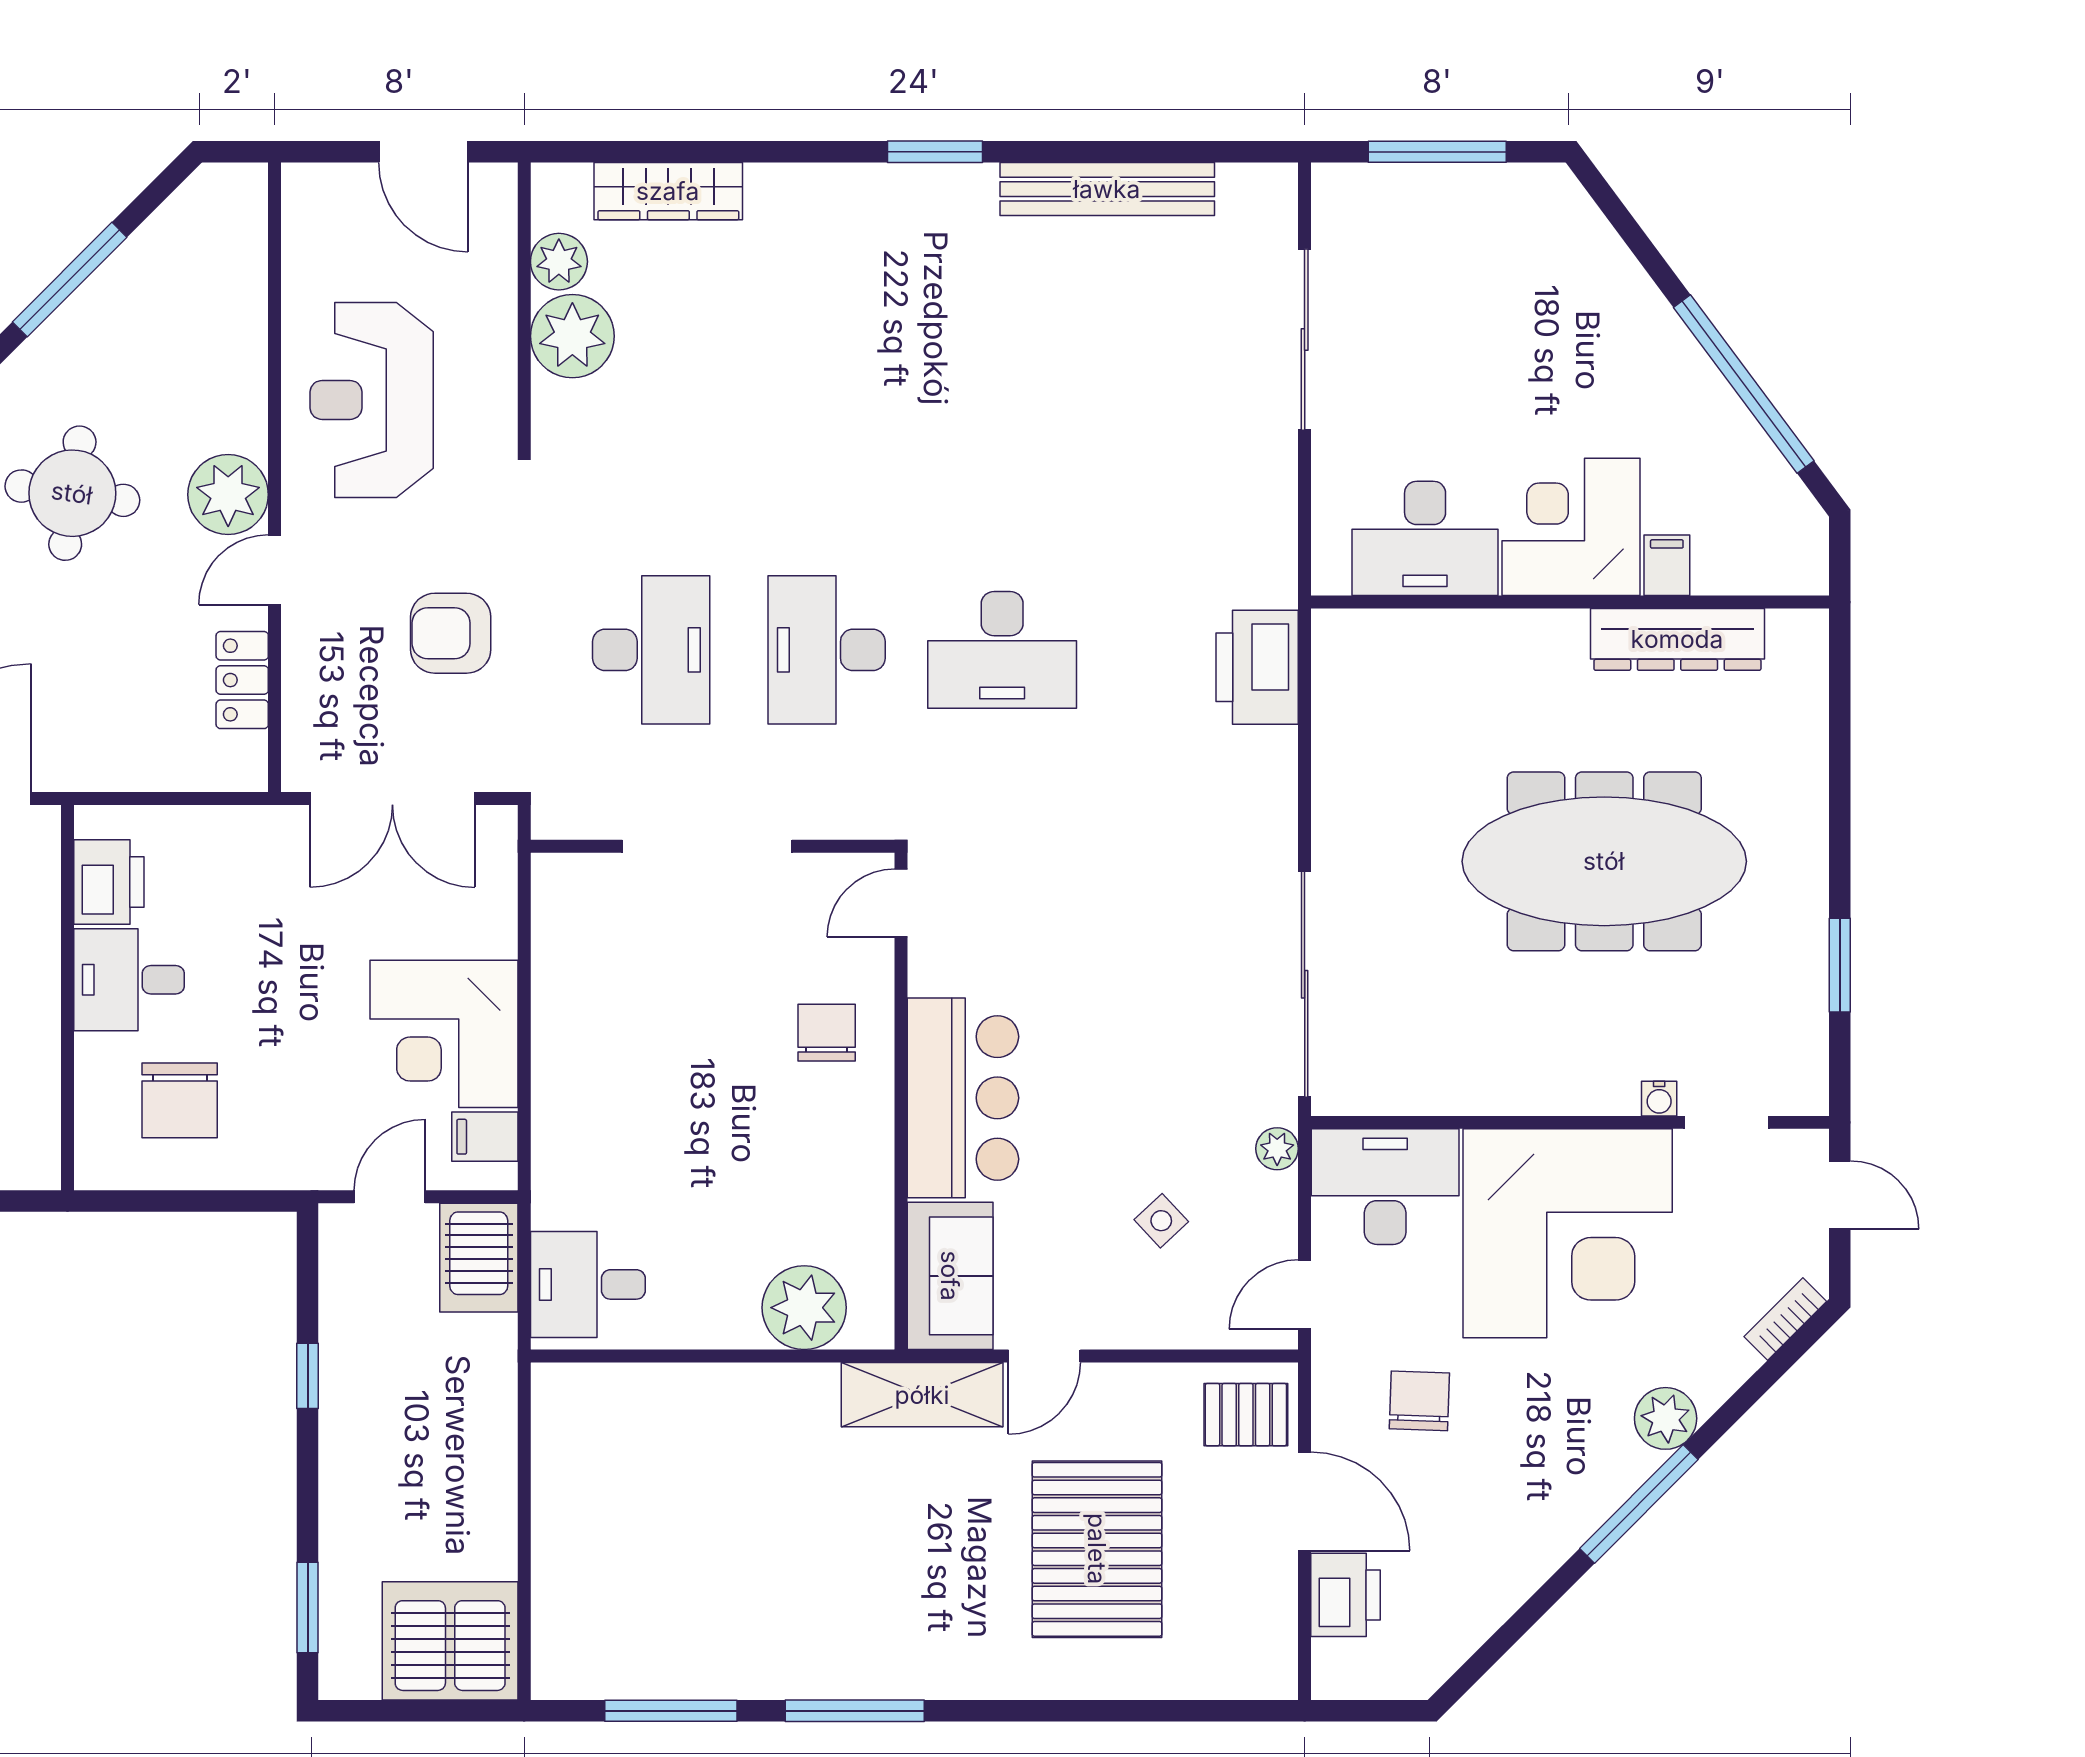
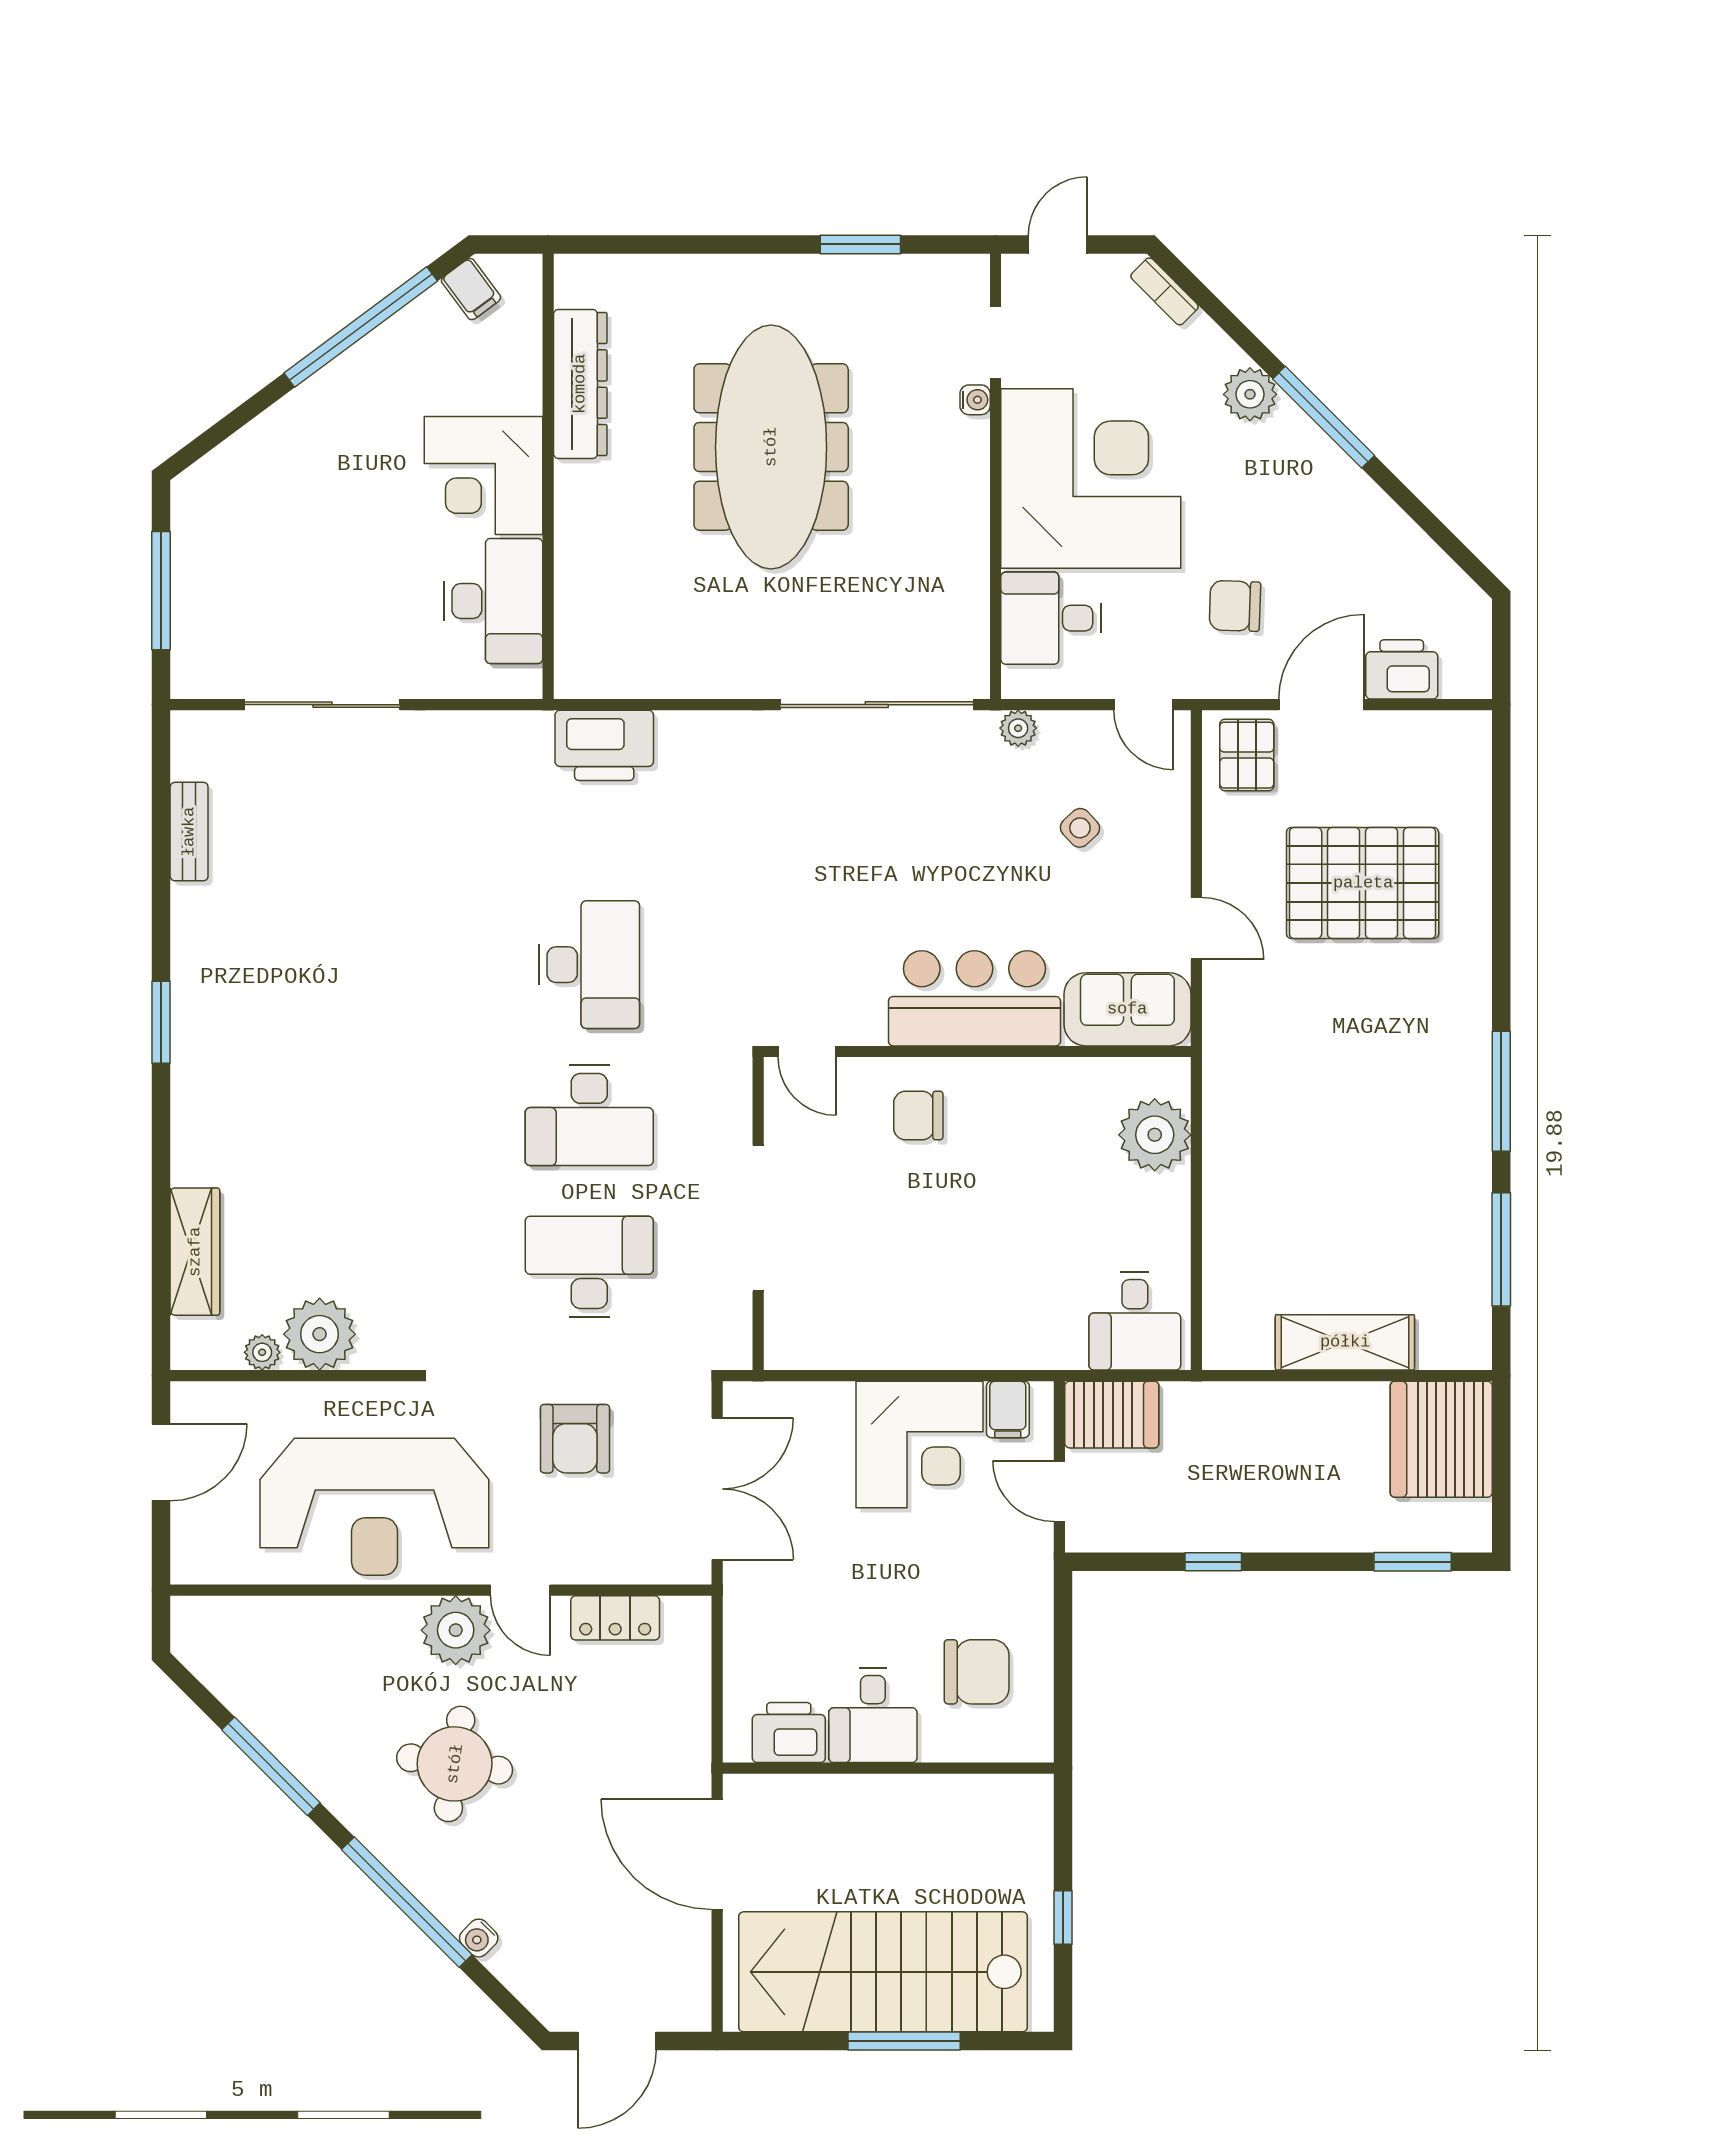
bench: (1107, 189) -> (189, 832), width x0.54, depth x0.82
plant: (559, 262) -> (262, 1352), width x0.73, depth x0.73
reception desk: (372, 400) -> (374, 1507), width x1.36, depth x1.30
filing cabinet: (1667, 565) -> (471, 289), moved, turned -127
desk: (1385, 1187) -> (1051, 618), width x0.73
shelving: (922, 1395) -> (1345, 1342), moved, turned 90

